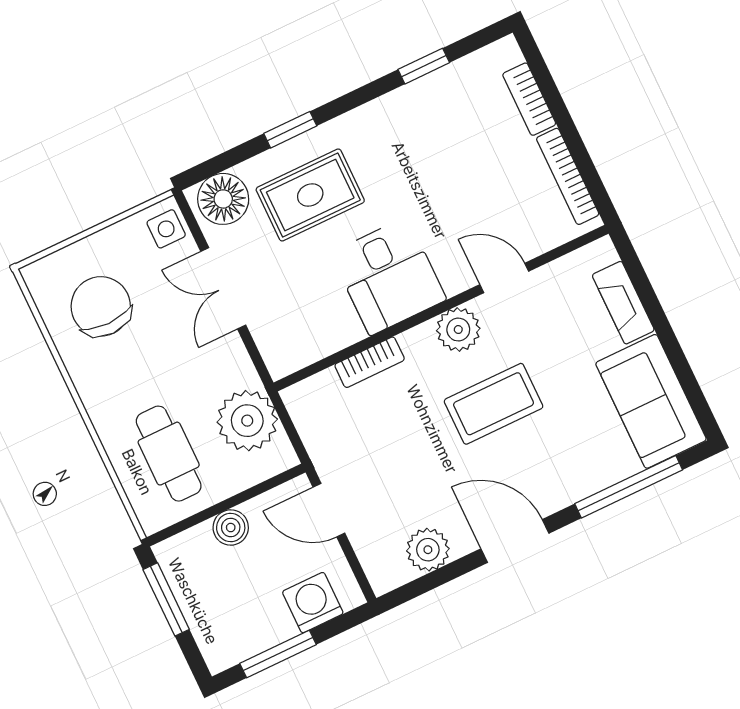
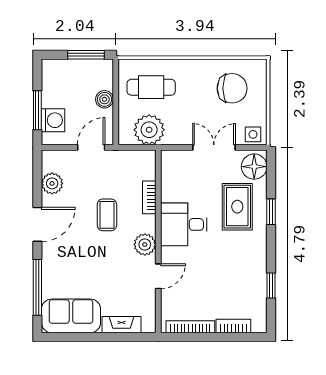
coffee table: (494, 404) -> (107, 215), moved, width x0.73, depth x0.77
window: (278, 654) -> (37, 110), moved

